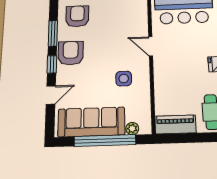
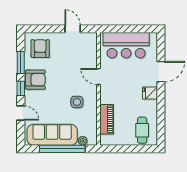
armchair: (71, 53) -> (35, 80), turned 90
door: (51, 95) -> (21, 113), hinge flipped
piano: (175, 124) -> (107, 119), moved, turned 90

